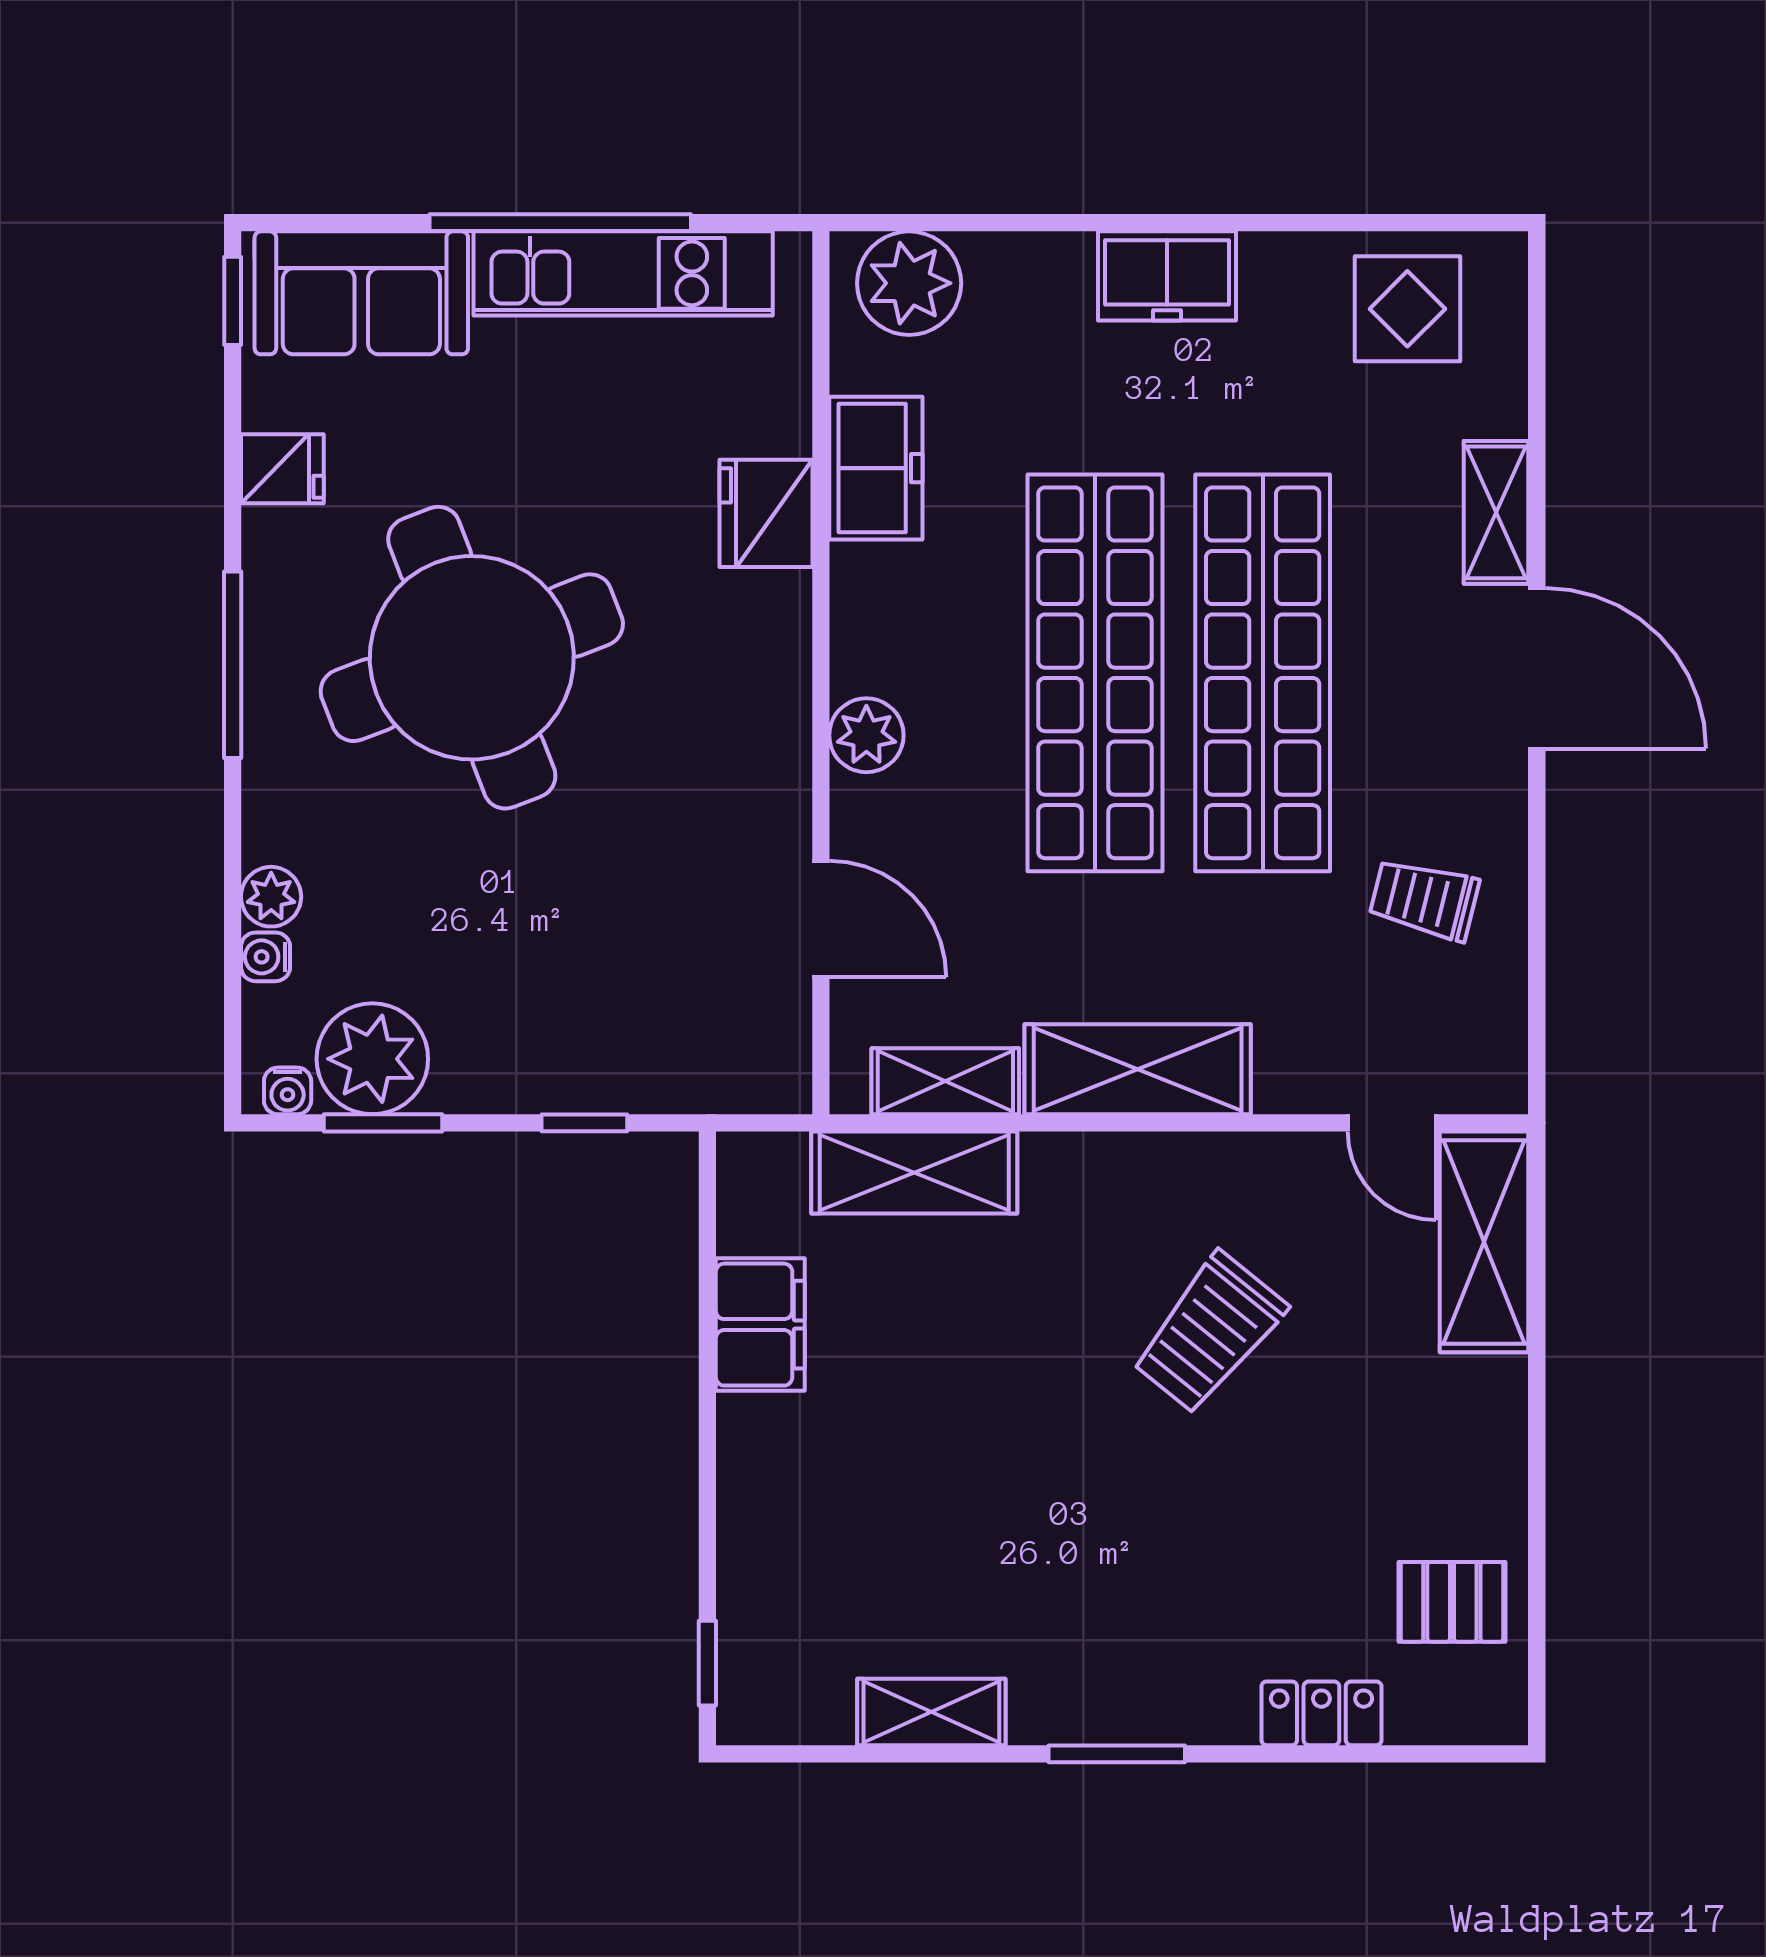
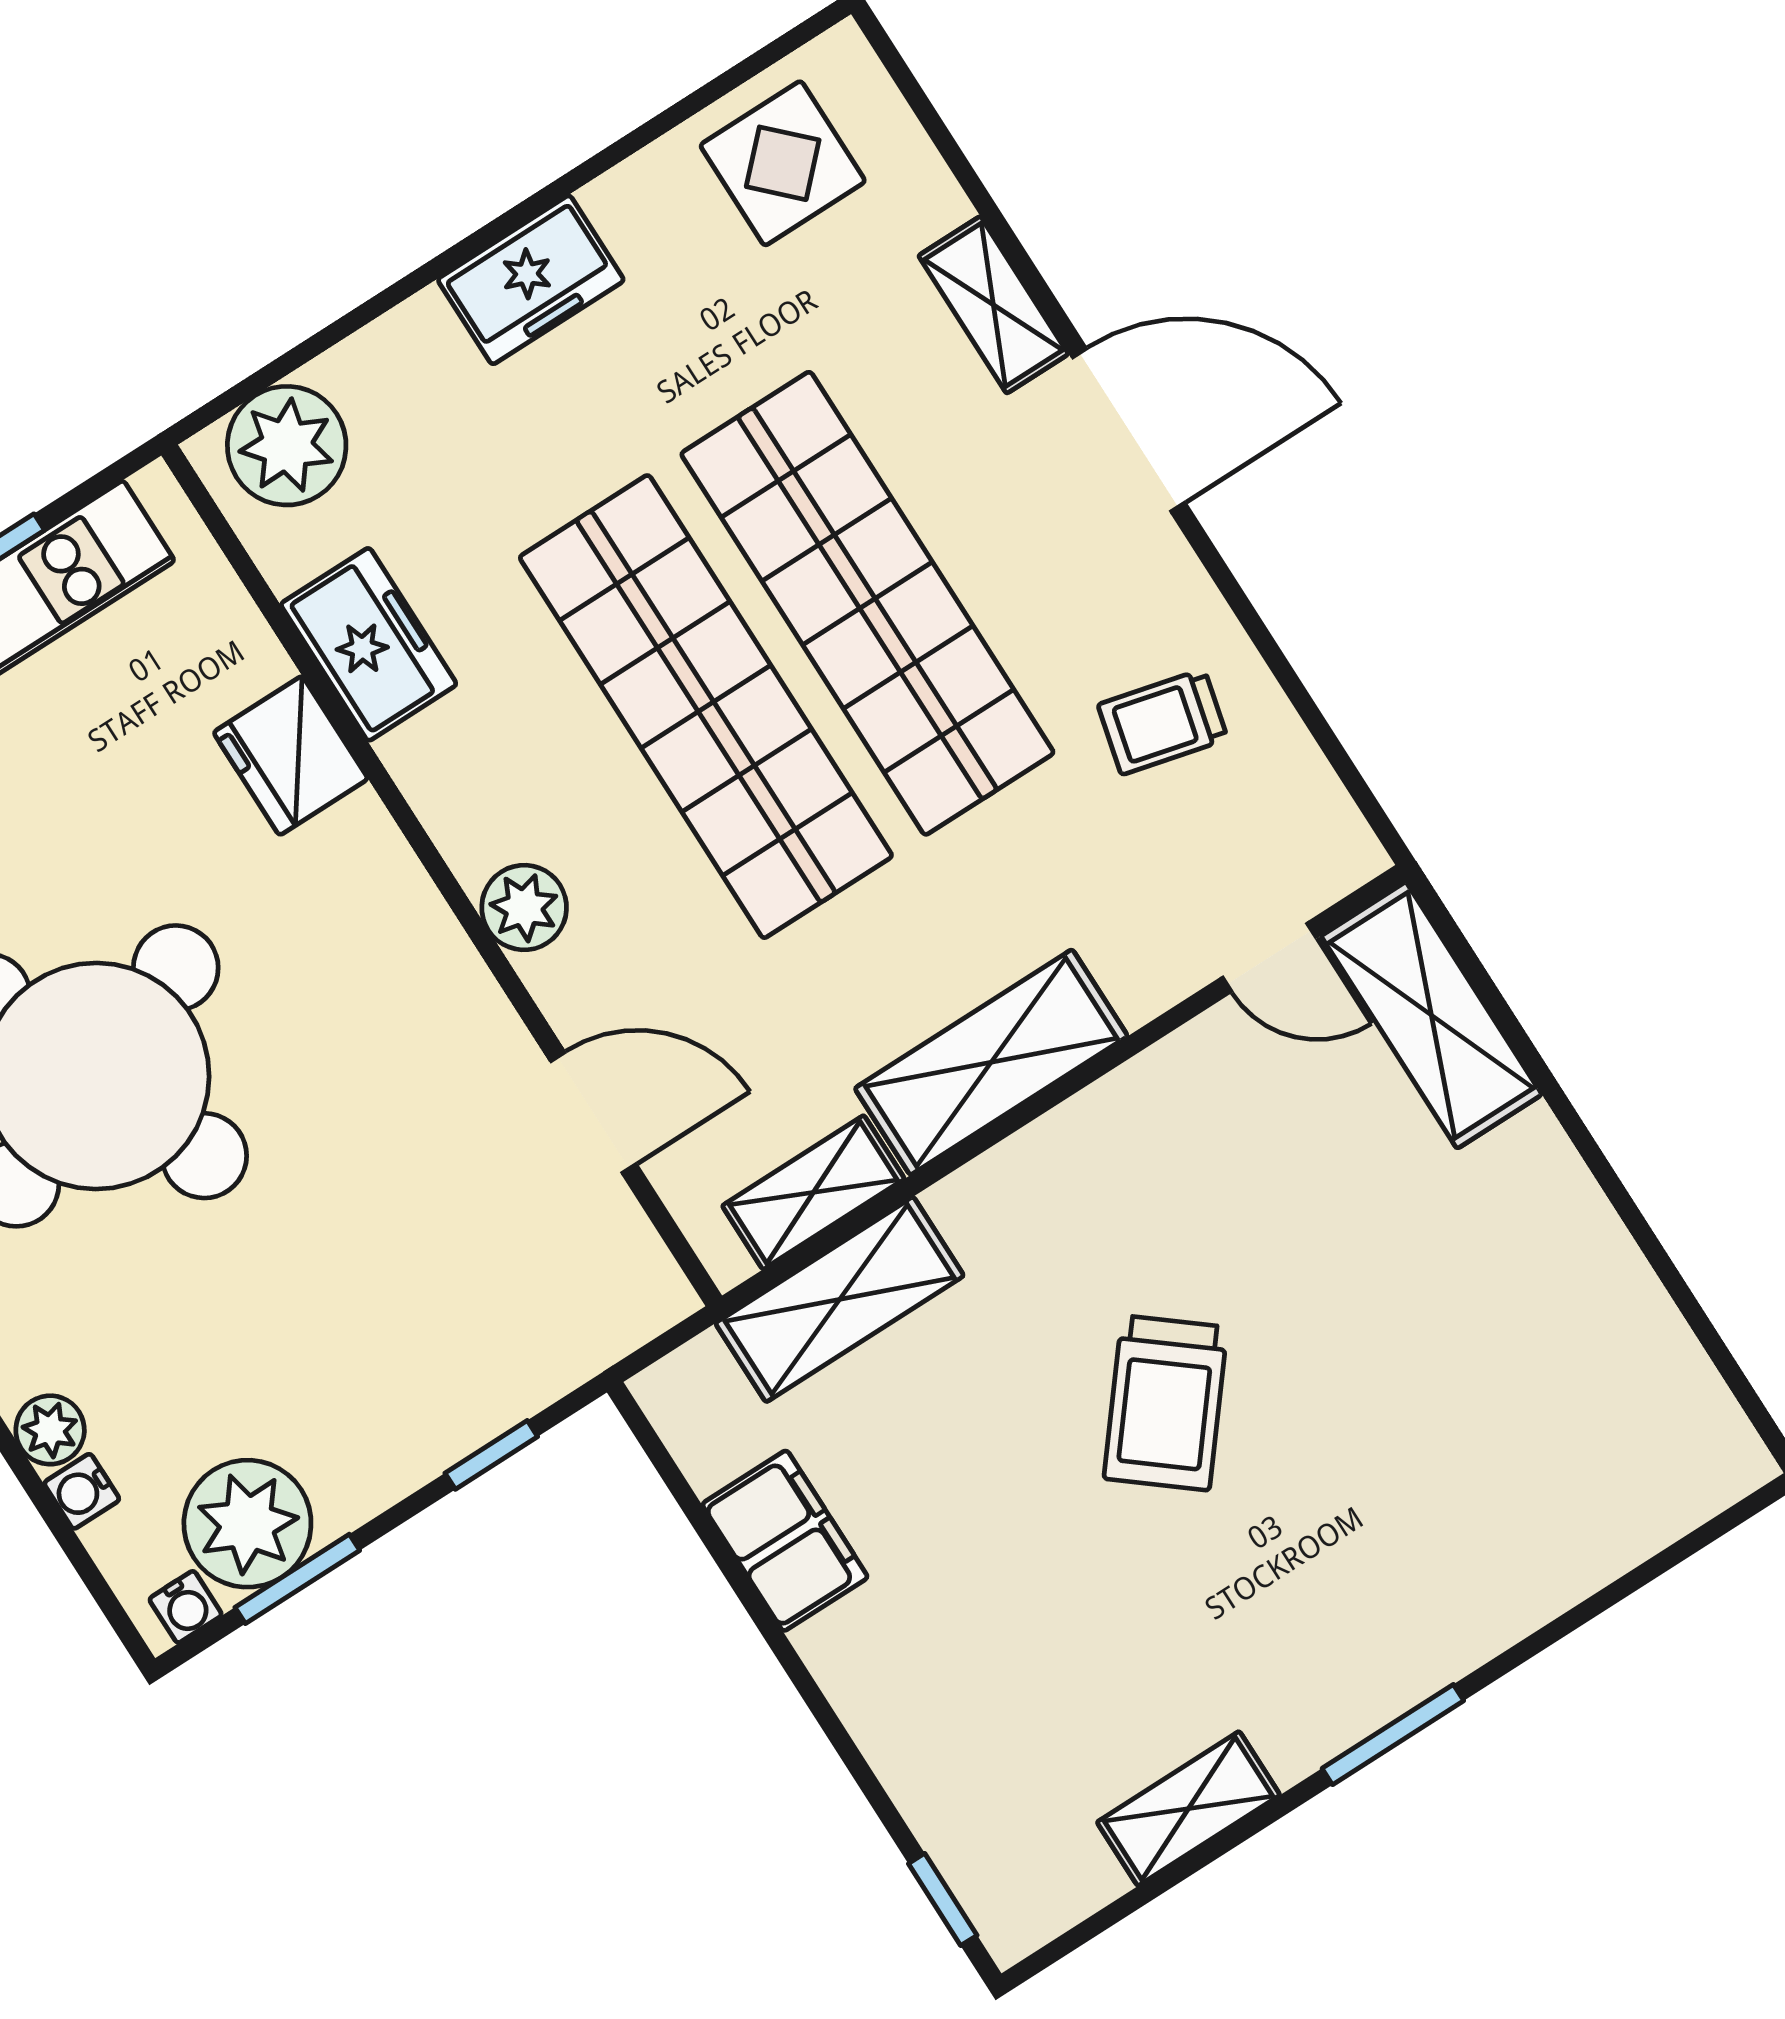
trolley: (1209, 1333) -> (1166, 1403), moved
pallet: (1452, 1602) -> (1622, 1382), removed
locker: (1321, 1713) -> (1565, 1569), removed

